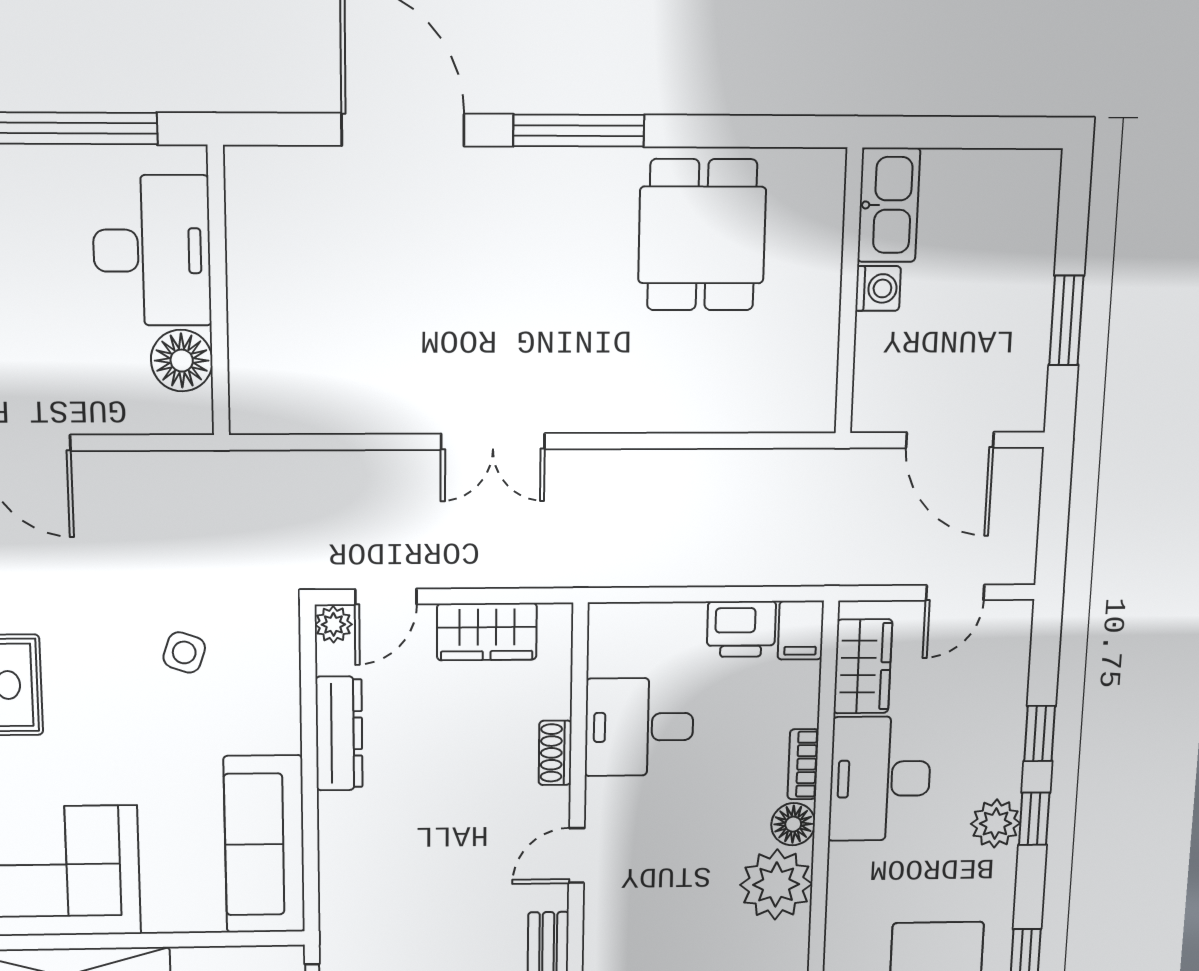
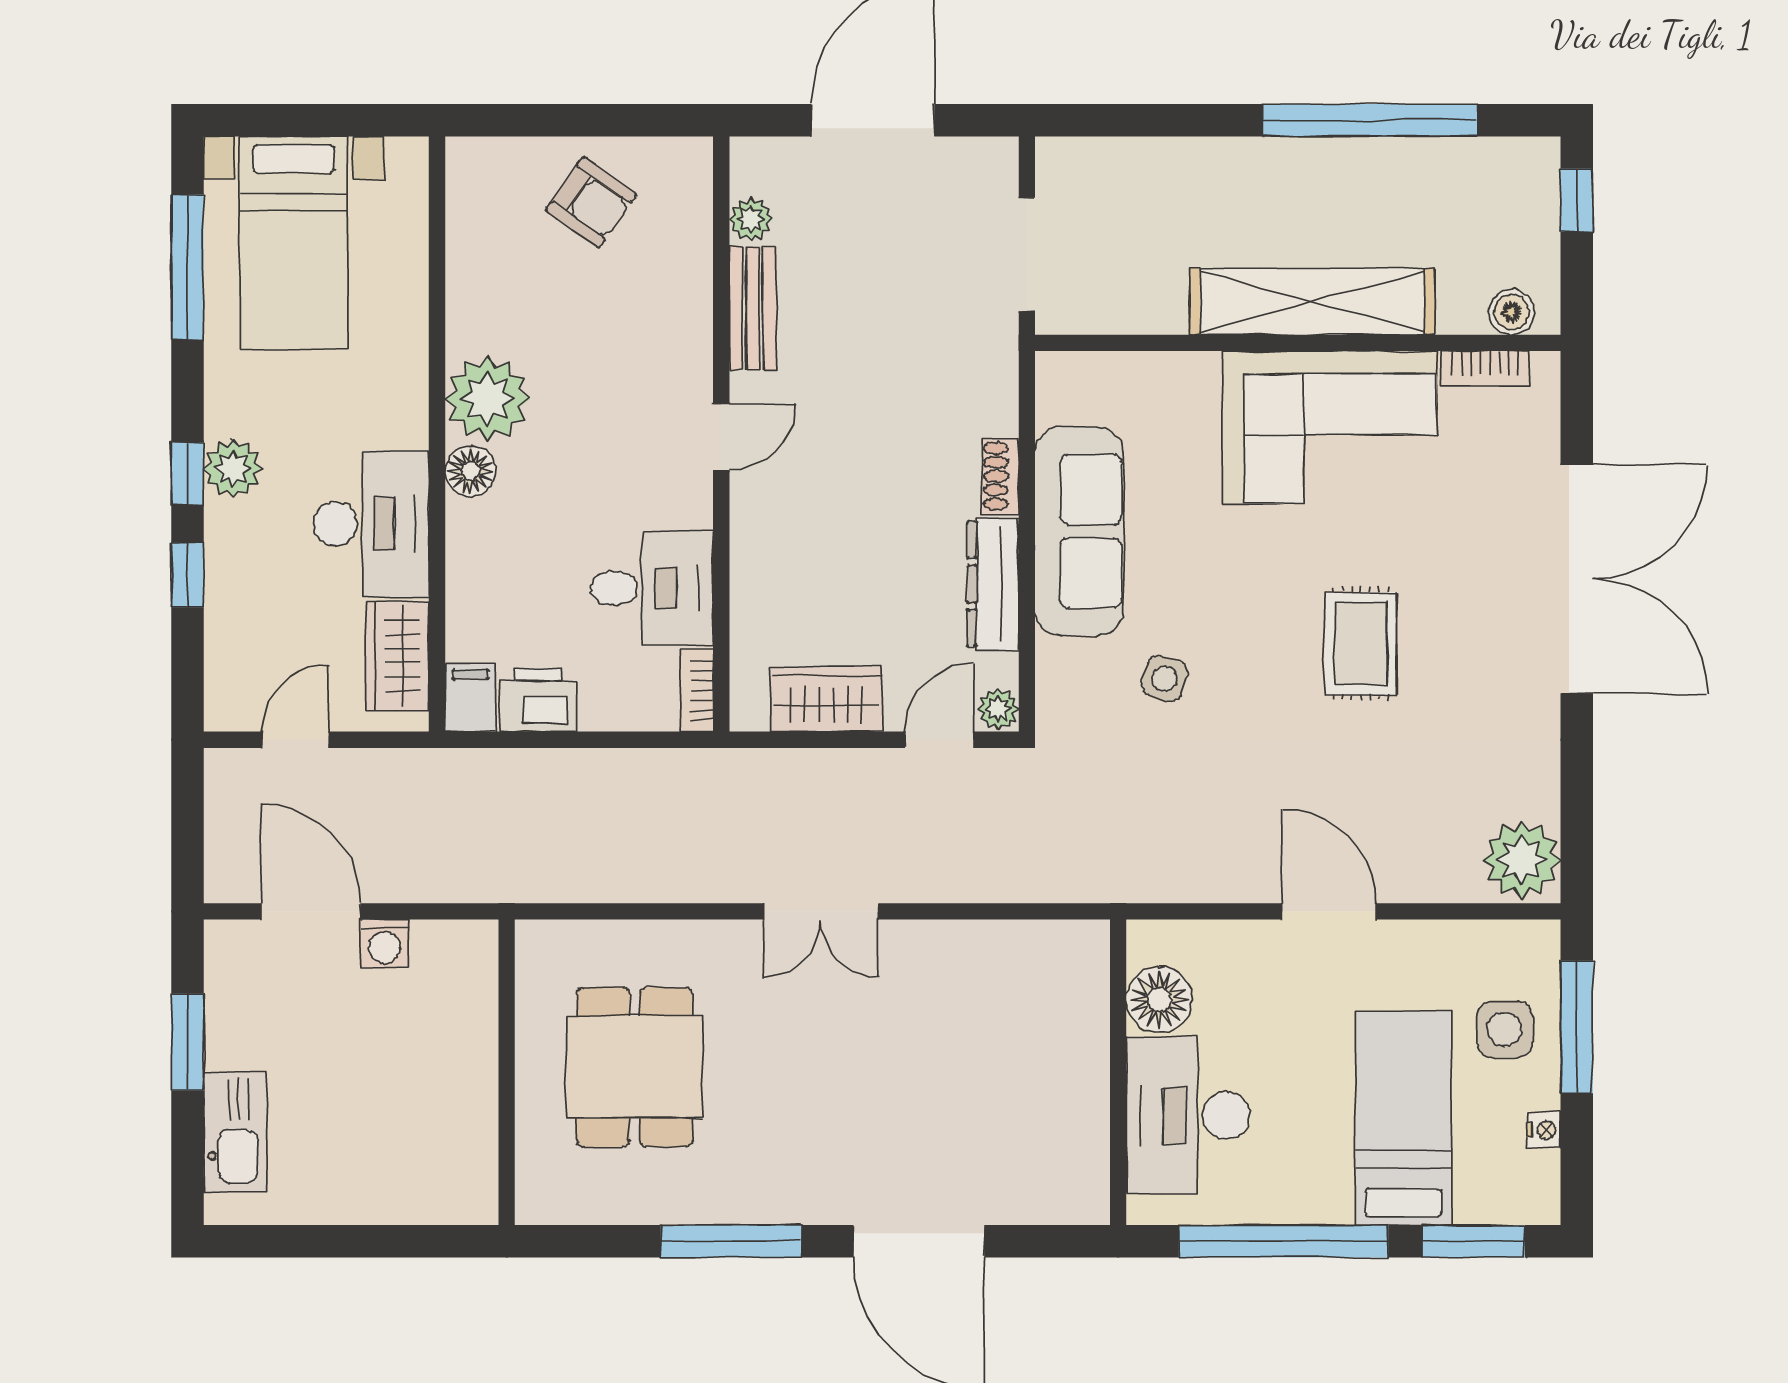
kitchen sink: (889, 205) -> (235, 1132), moved, turned 180
dining table: (702, 235) -> (635, 1067), moved
washing machine: (878, 288) -> (385, 944), moved, turned -90
wall: (849, 292) -> (507, 1072), moved
double door: (493, 441) -> (821, 911), swing flipped
shoe rack: (555, 753) -> (1001, 476), moved, turned 180
bookcase: (803, 764) -> (697, 690), moved, turned 180
sofa: (264, 844) -> (1079, 531), moved

